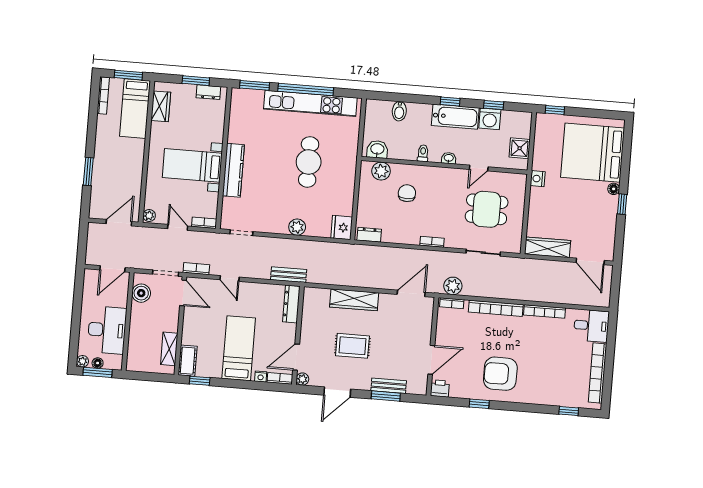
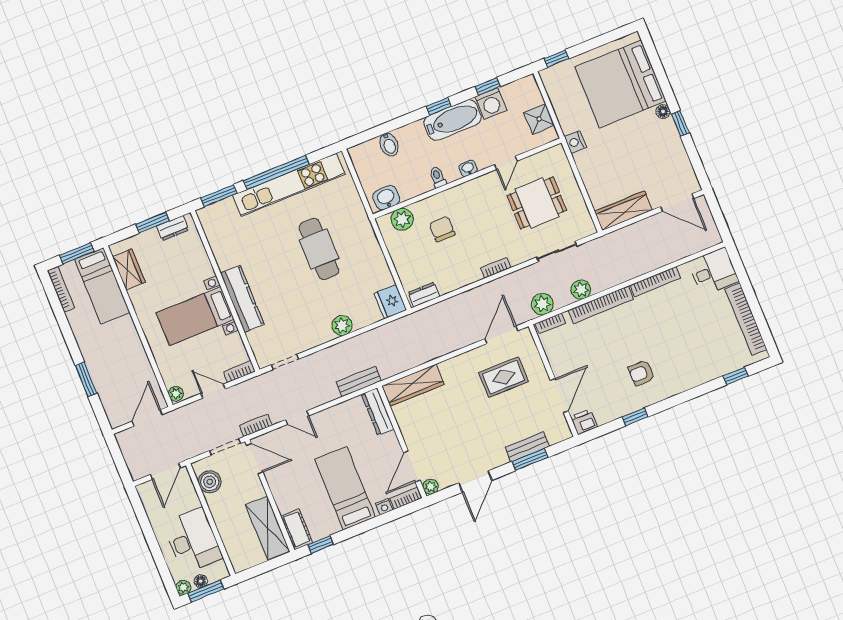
plant: (487, 290) -> (581, 290), added
wardrobe: (354, 300) -> (413, 385), moved
rug: (352, 346) -> (504, 377), moved
shelving: (169, 349) -> (268, 528), width x1.50, depth x1.33
armchair: (500, 374) -> (641, 373), width x0.53, depth x0.53

